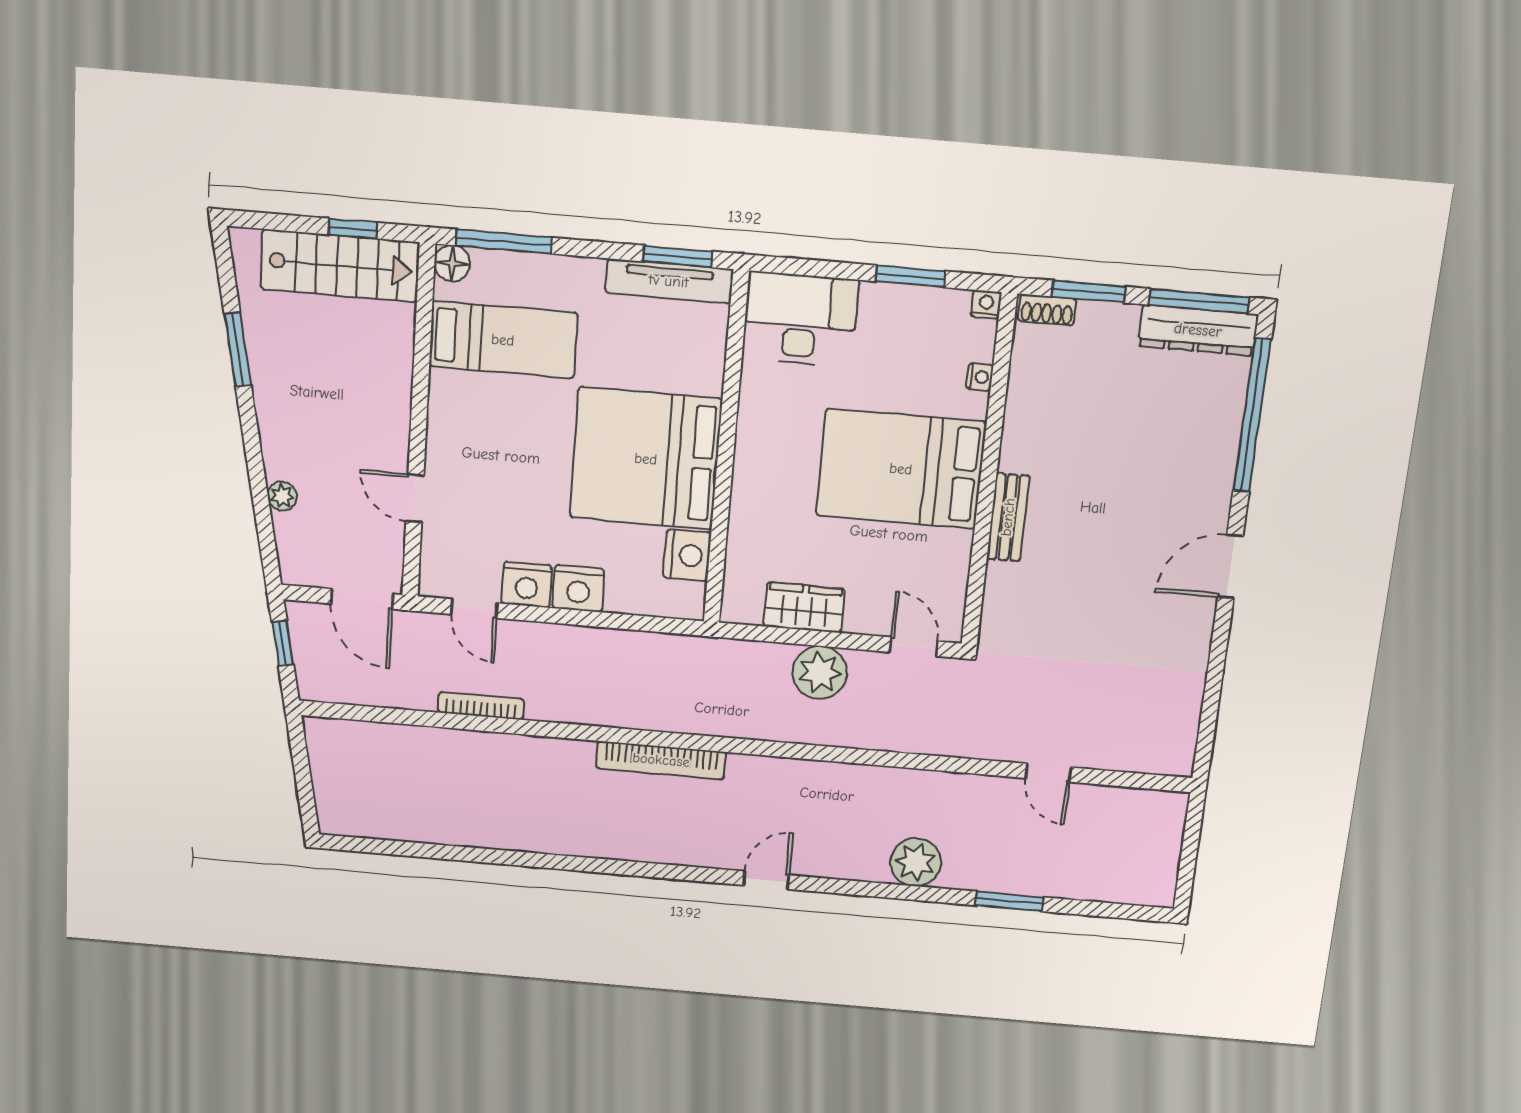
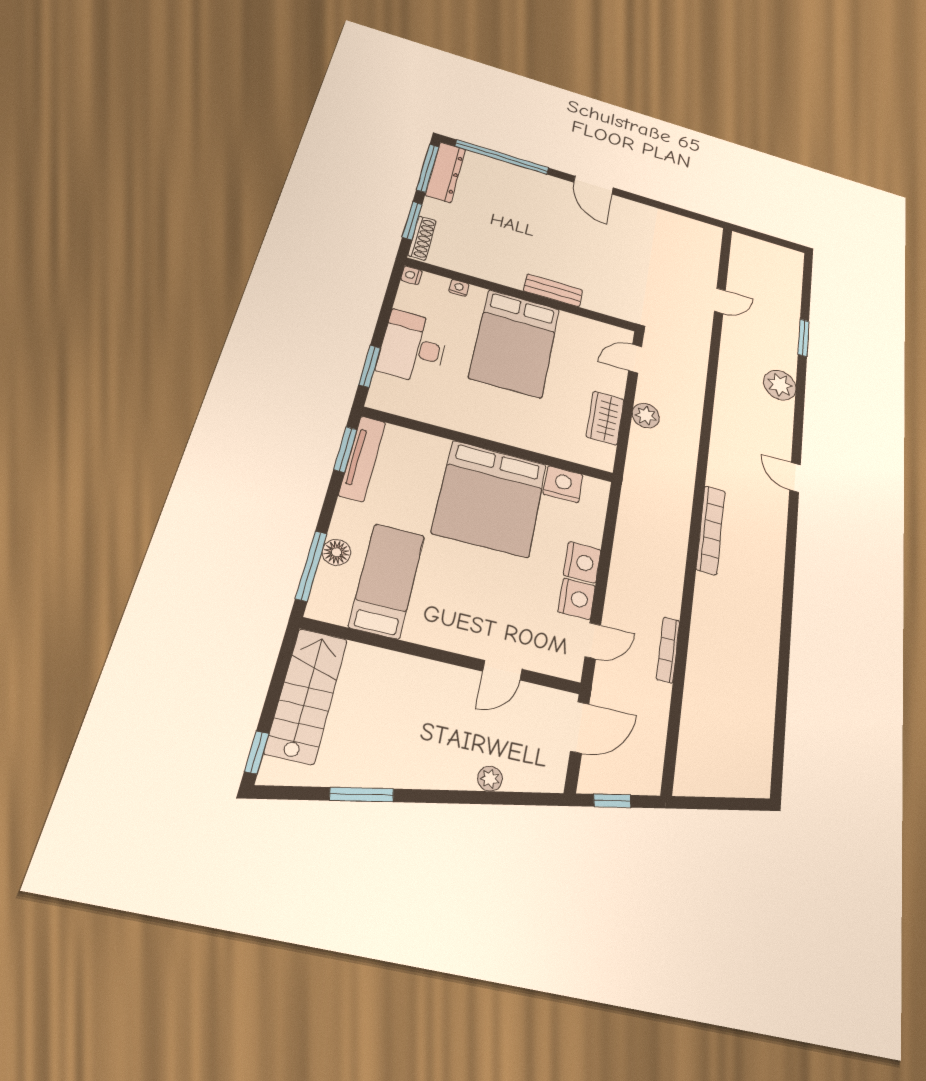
window: (353, 229) -> (257, 752), moved
floor lamp: (452, 263) -> (336, 552), moved
window: (910, 276) -> (370, 366), moved
shoe rack: (1047, 310) -> (422, 238), width x1.43
desk: (800, 319) -> (413, 347), moved
plant: (820, 672) -> (646, 416), width x0.73, depth x0.73

